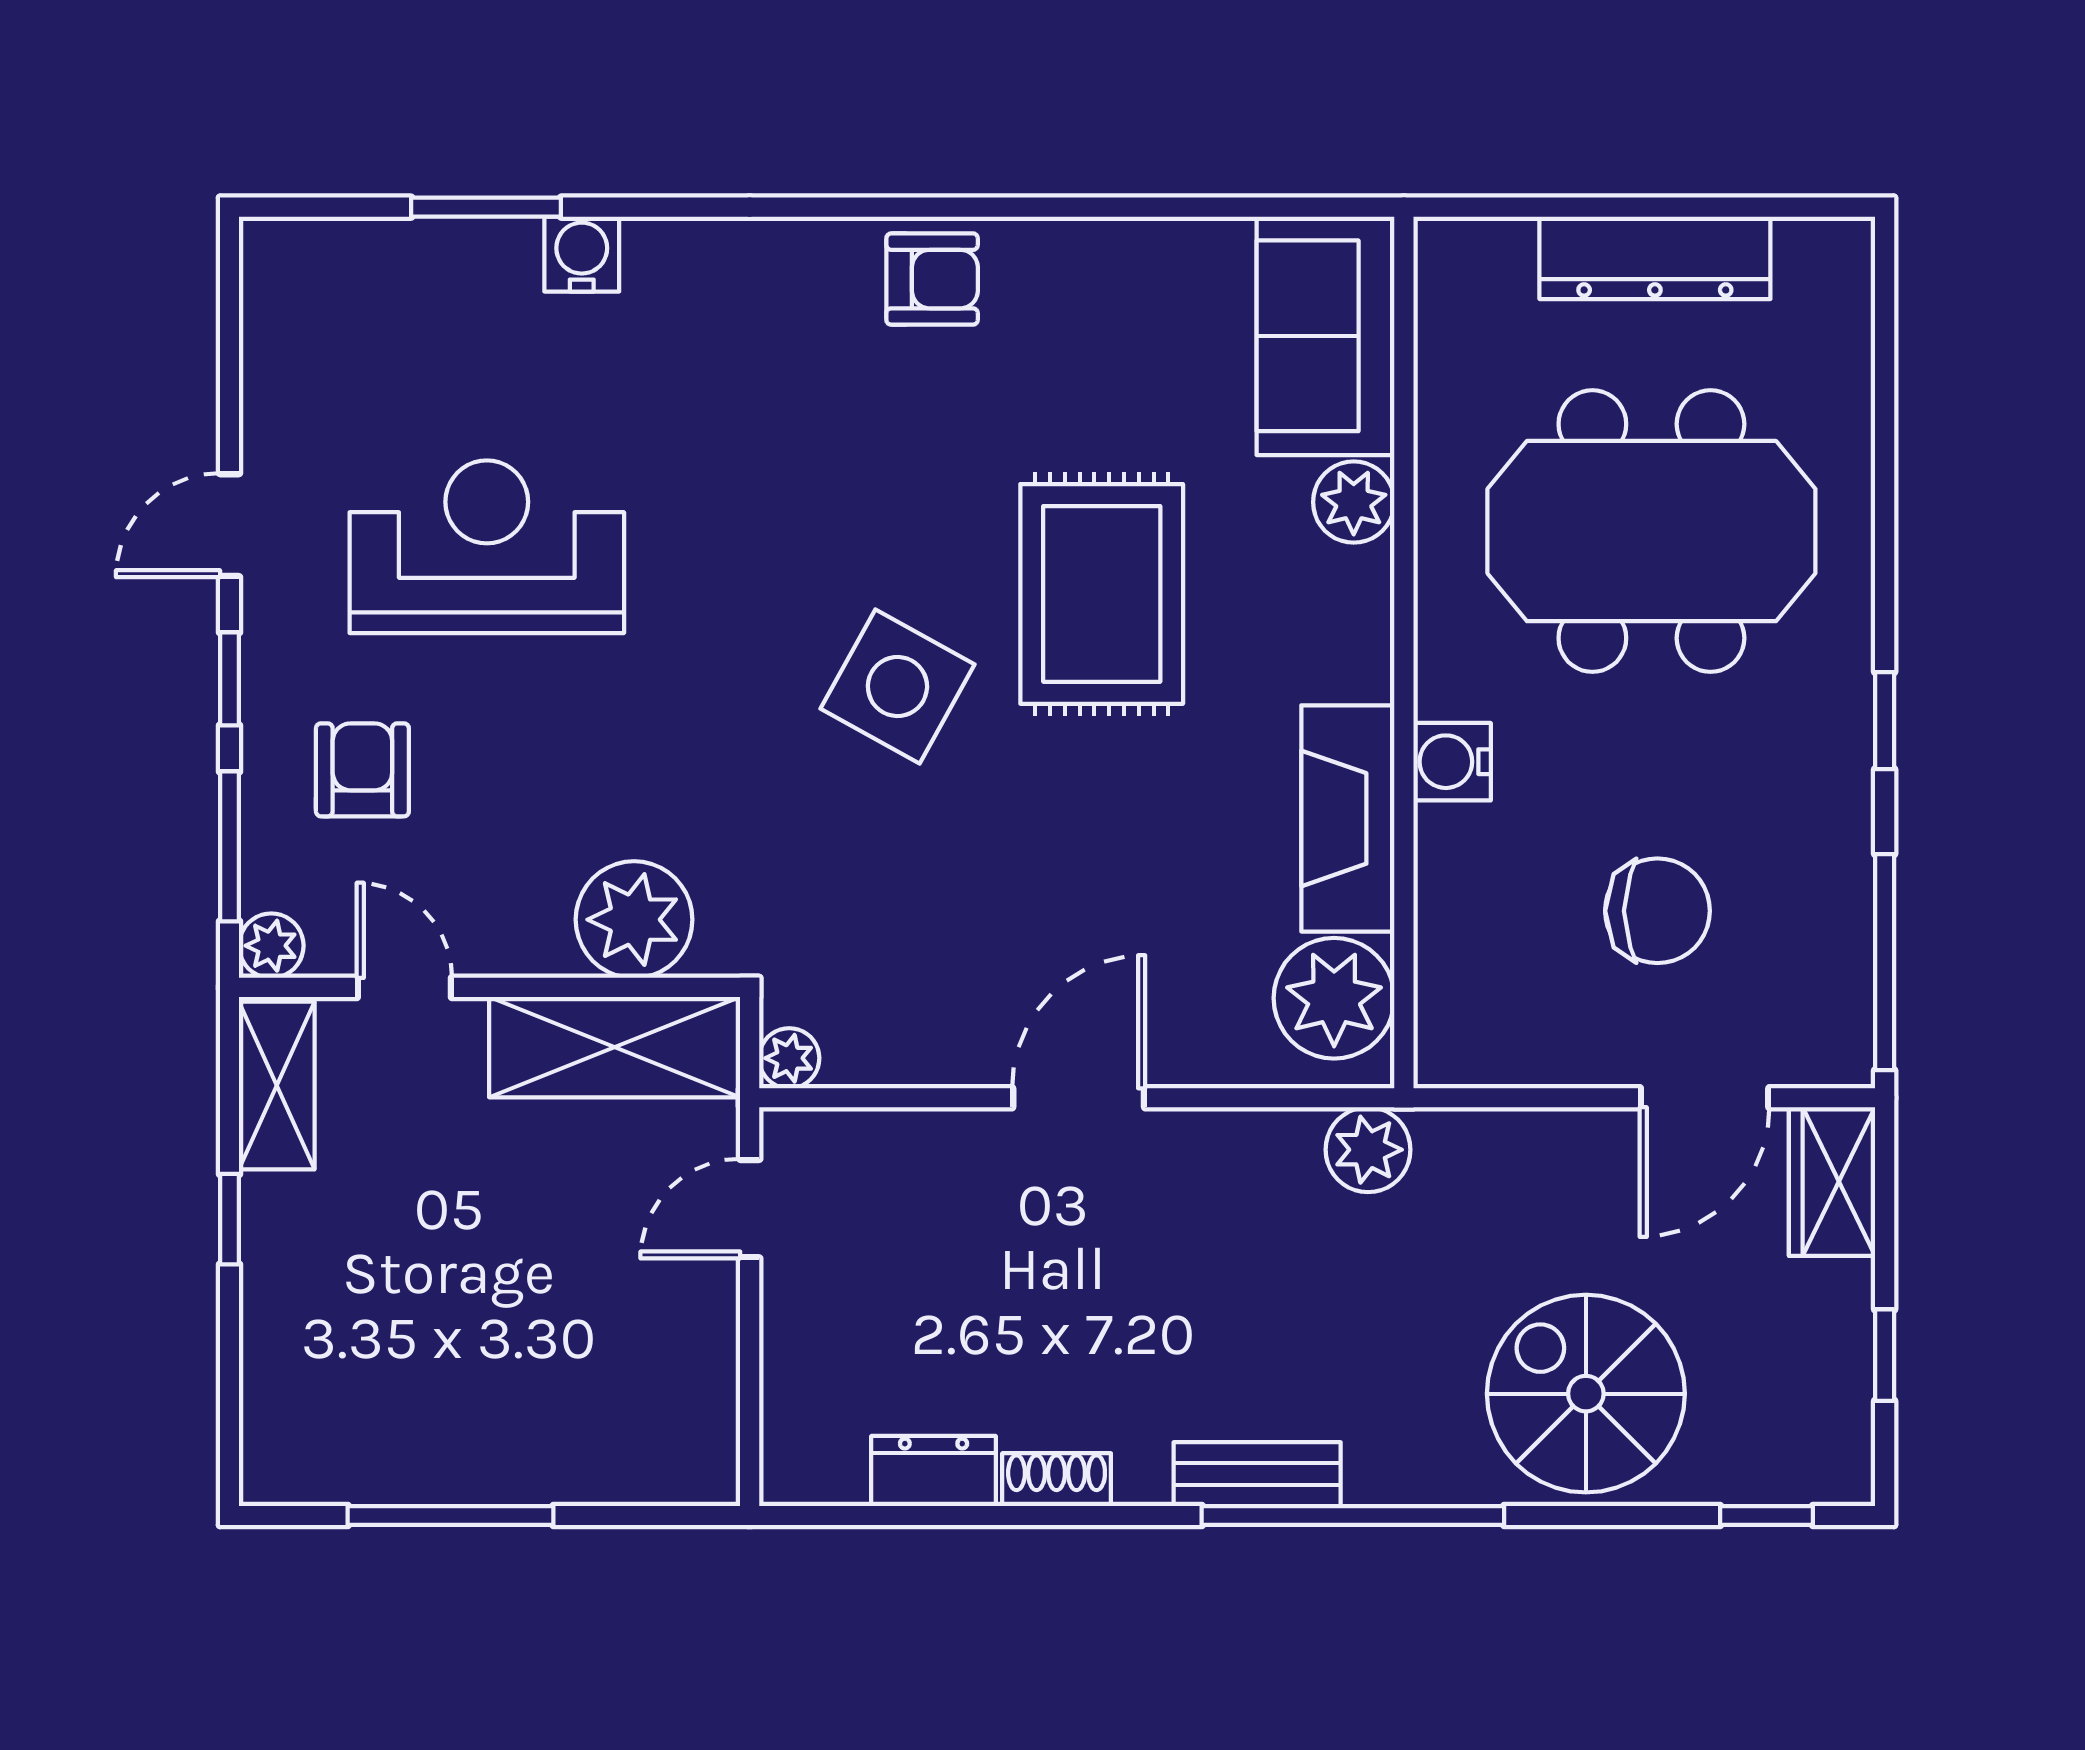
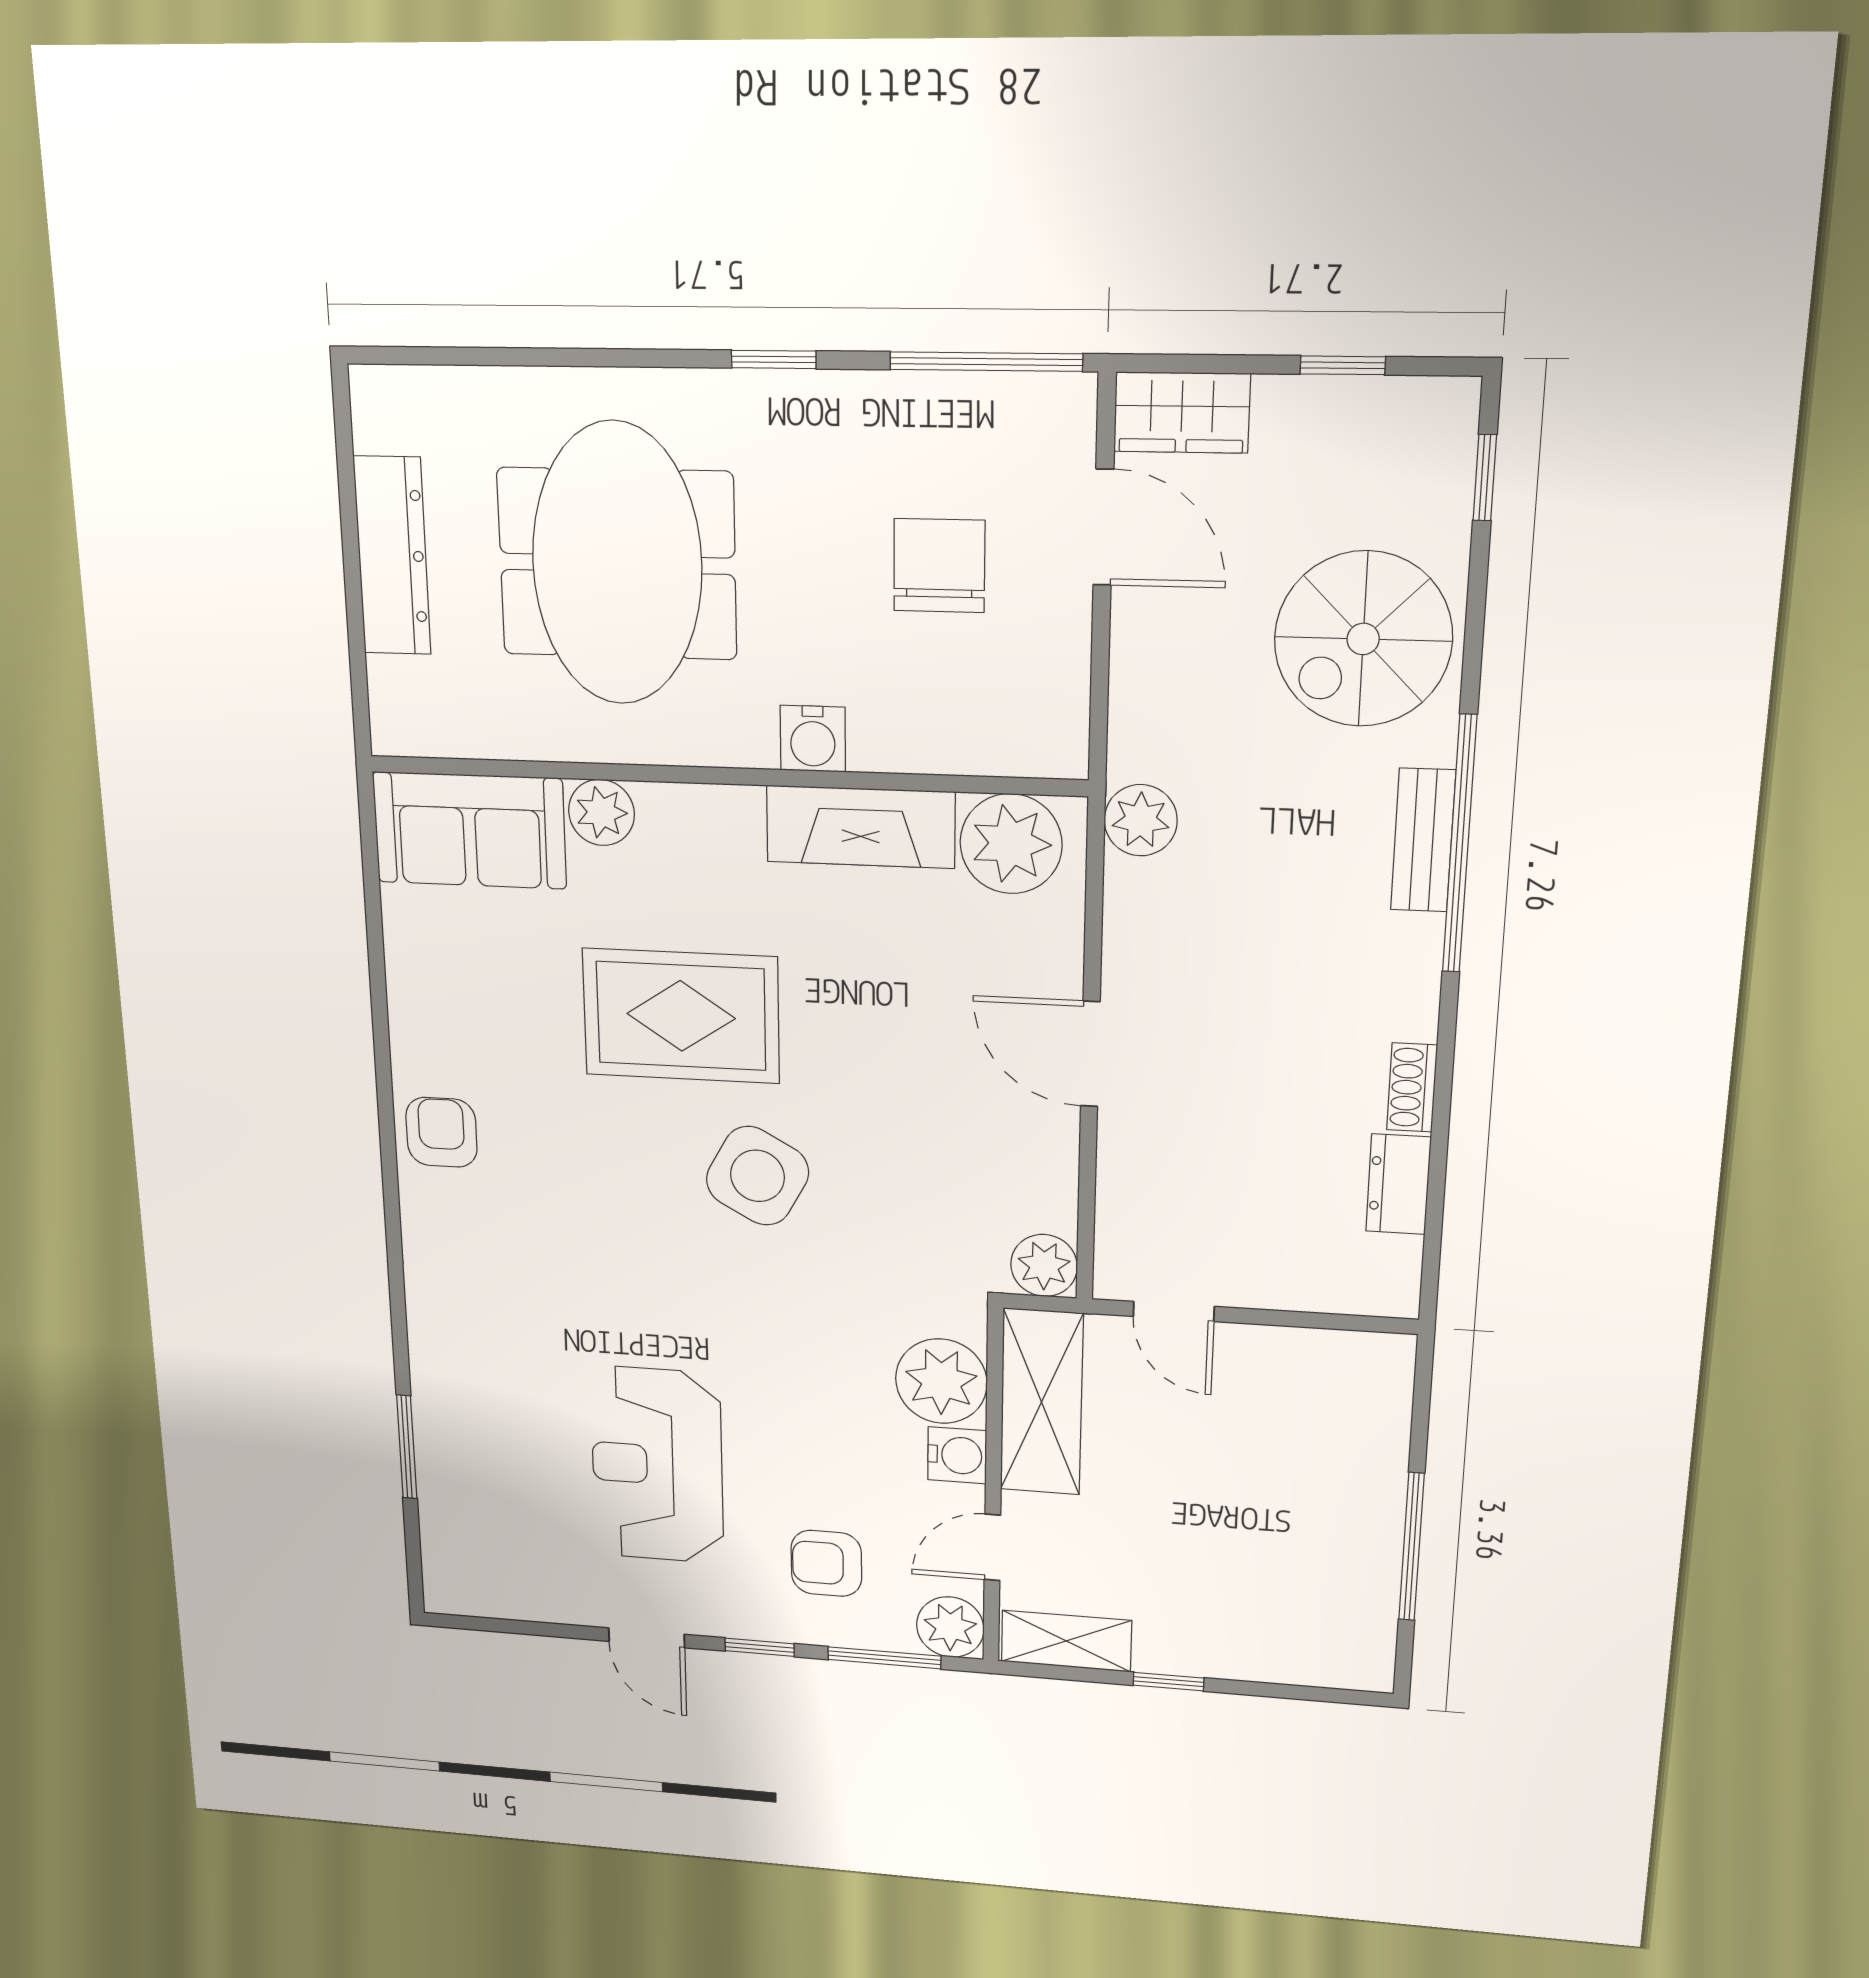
water cooler: (582, 254) -> (957, 1455), moved, turned 180
plant: (271, 946) -> (950, 1627), width x1.38, depth x1.38
plant: (789, 1058) -> (1044, 1265), width x1.38, depth x1.38
bench: (1257, 1474) -> (1423, 840), moved

